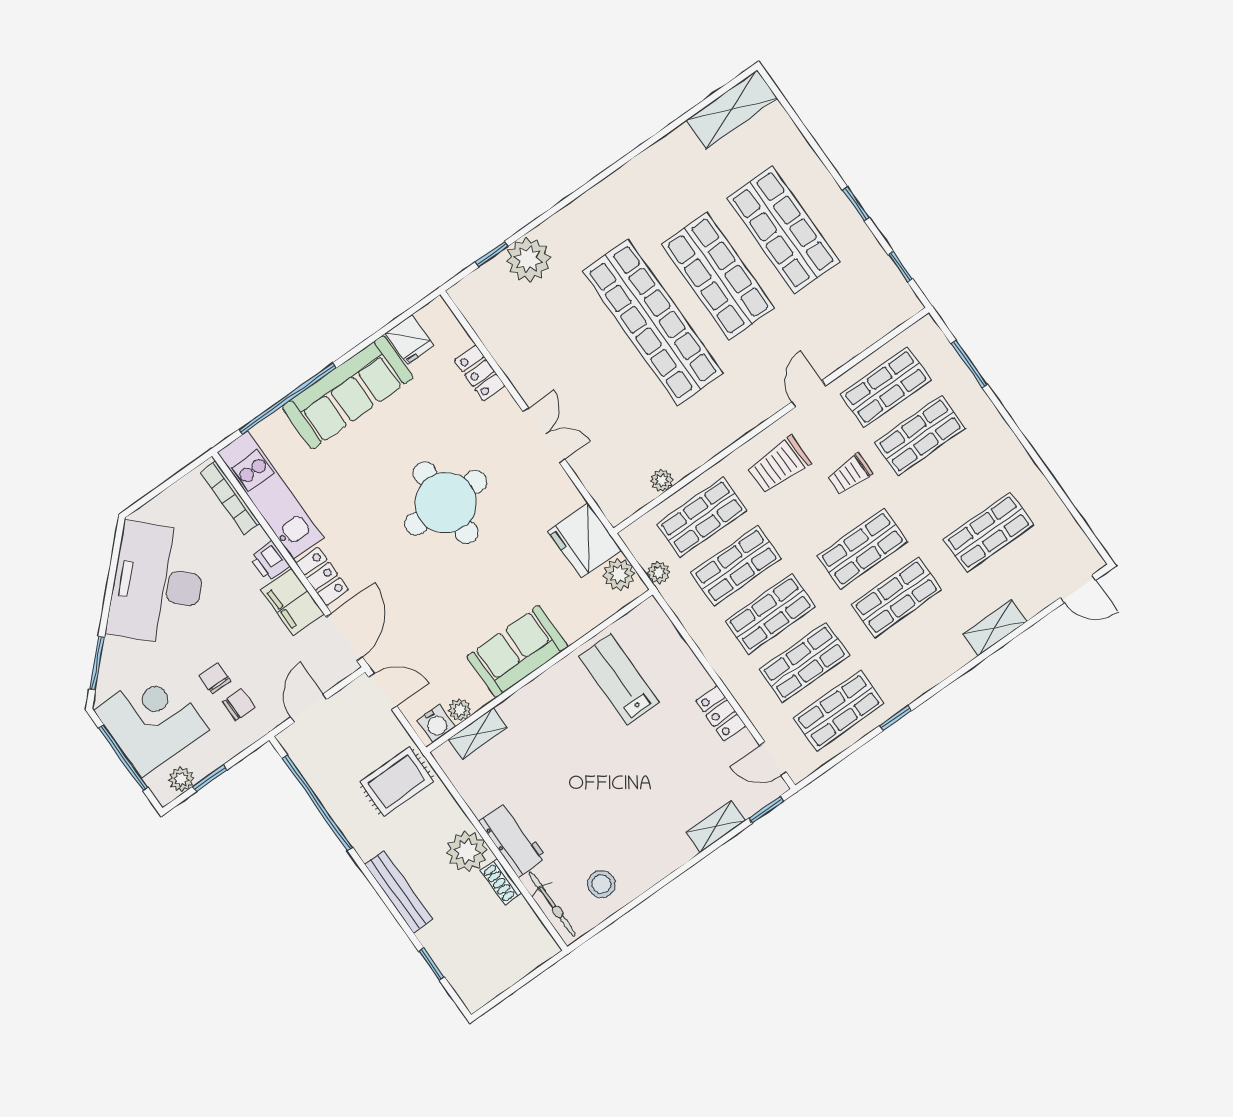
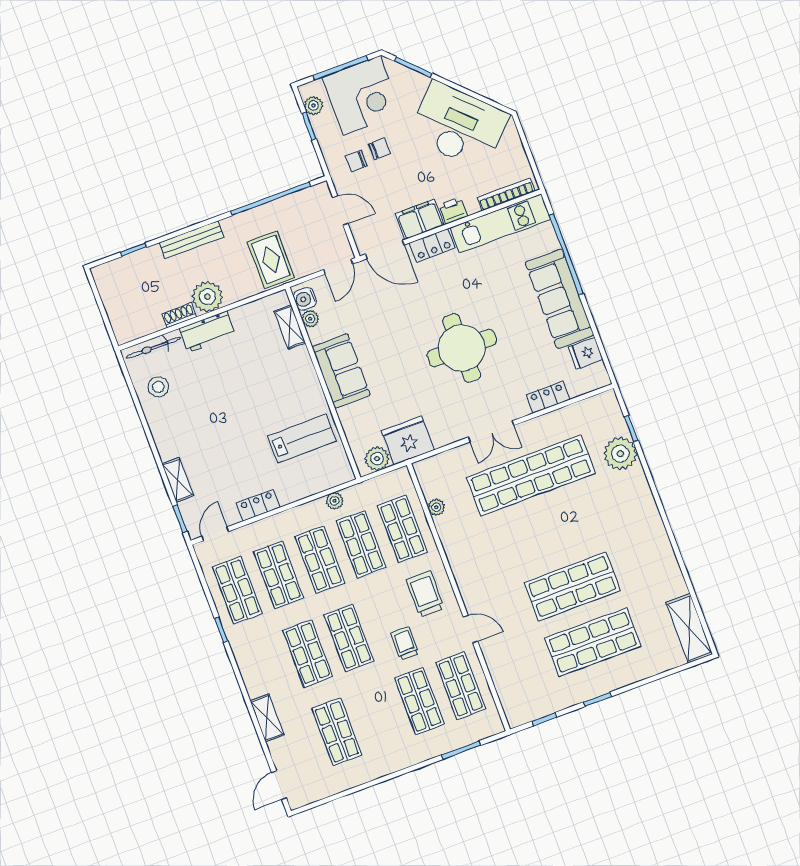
shop shelf: (653, 322) -> (531, 475), moved
plant: (659, 573) -> (335, 501), moved
chair: (239, 705) -> (356, 161), turned 90

